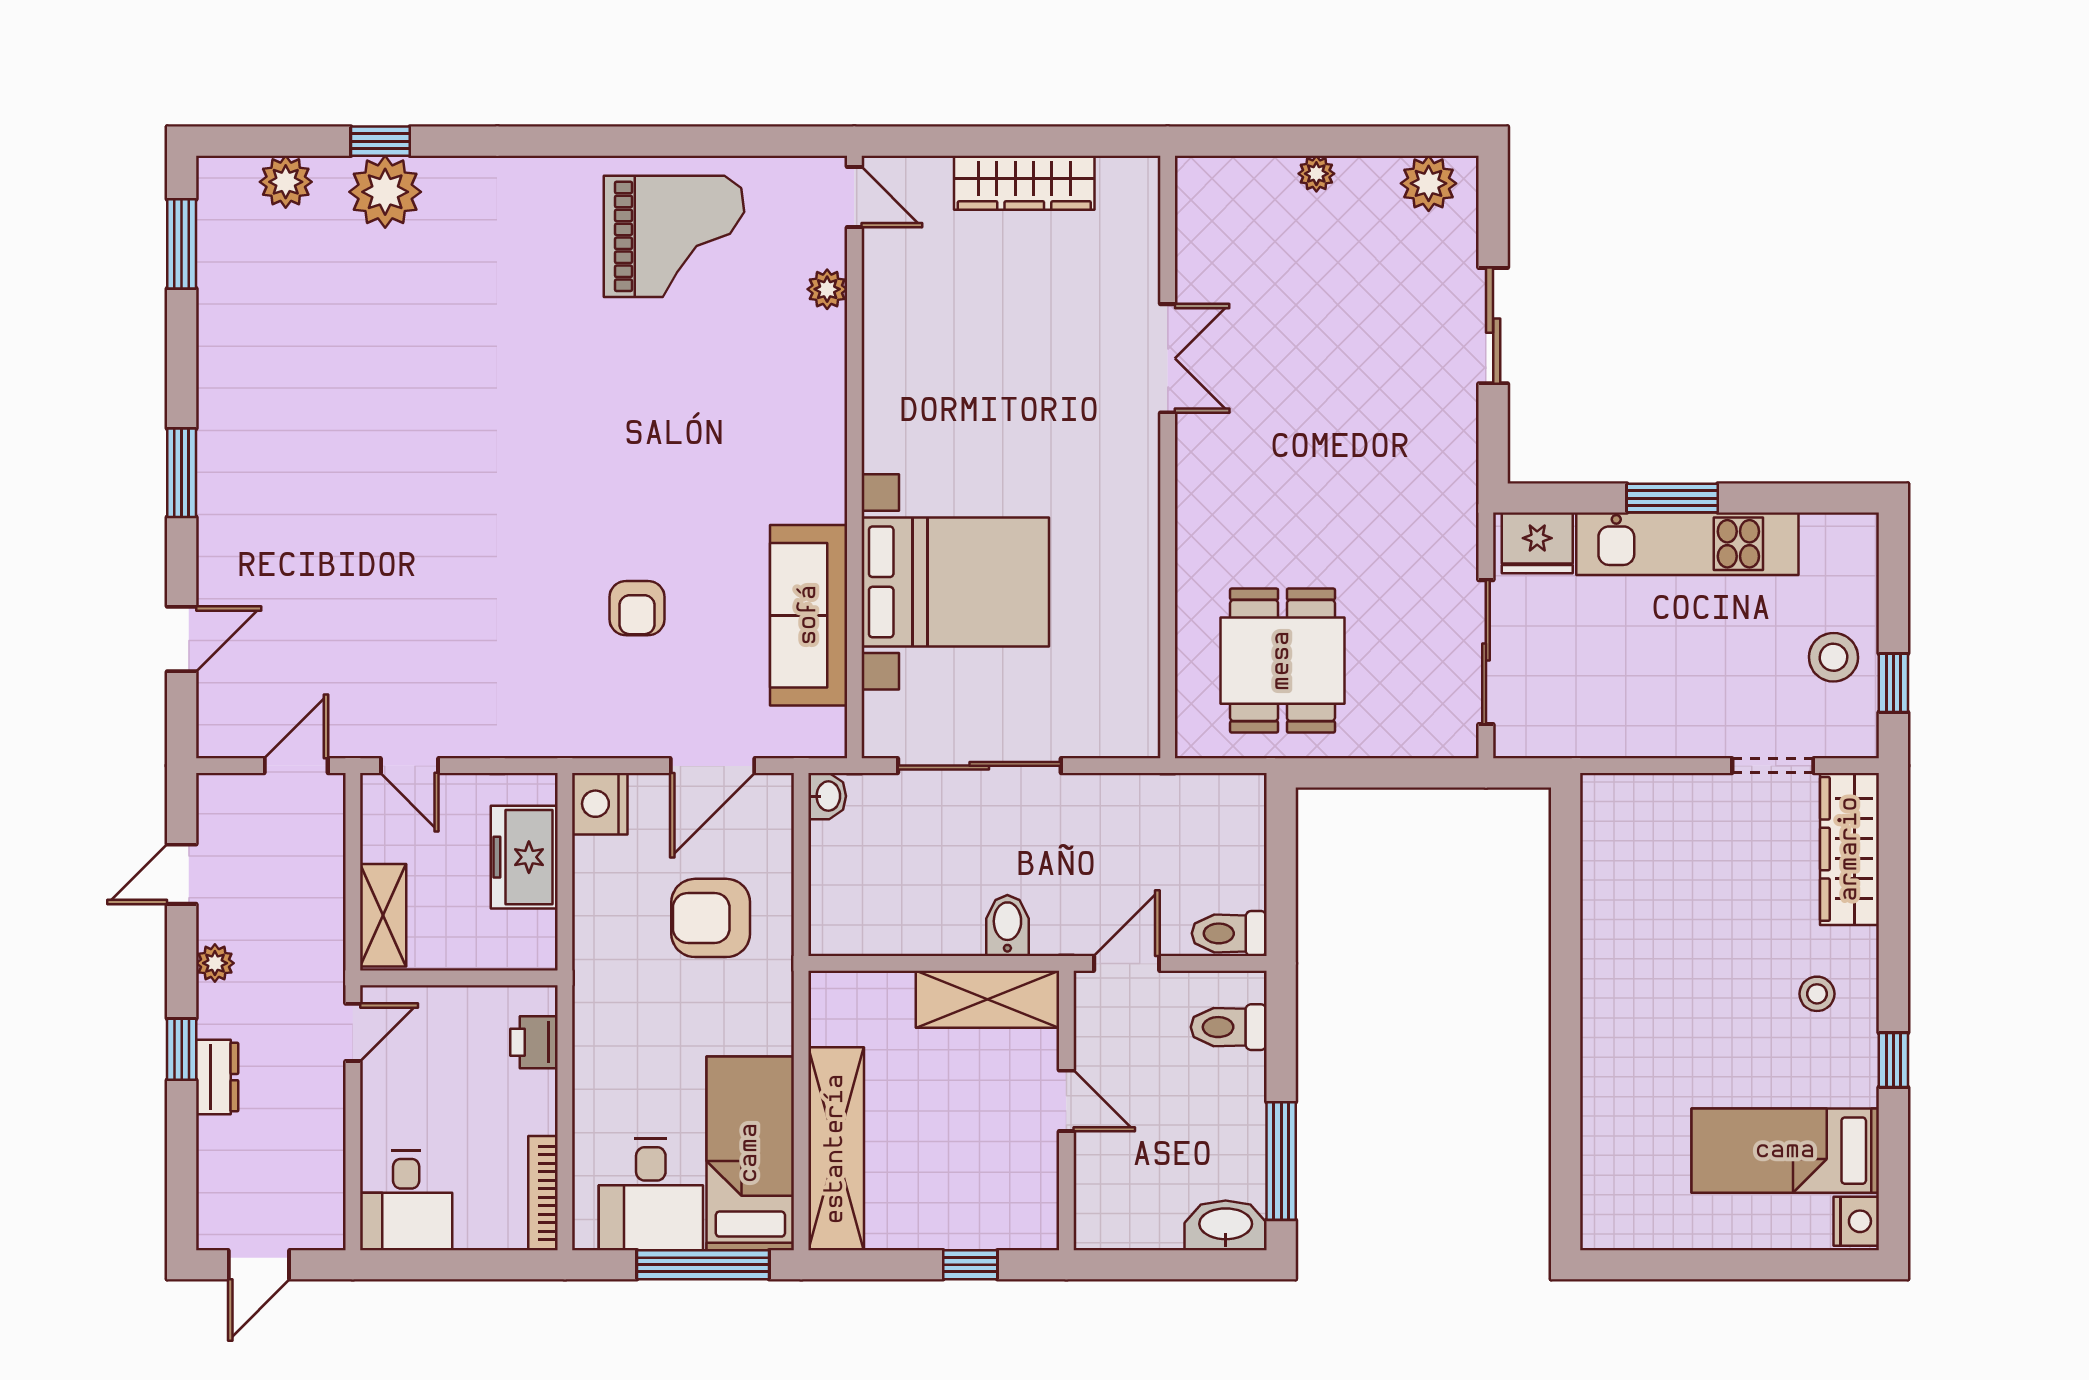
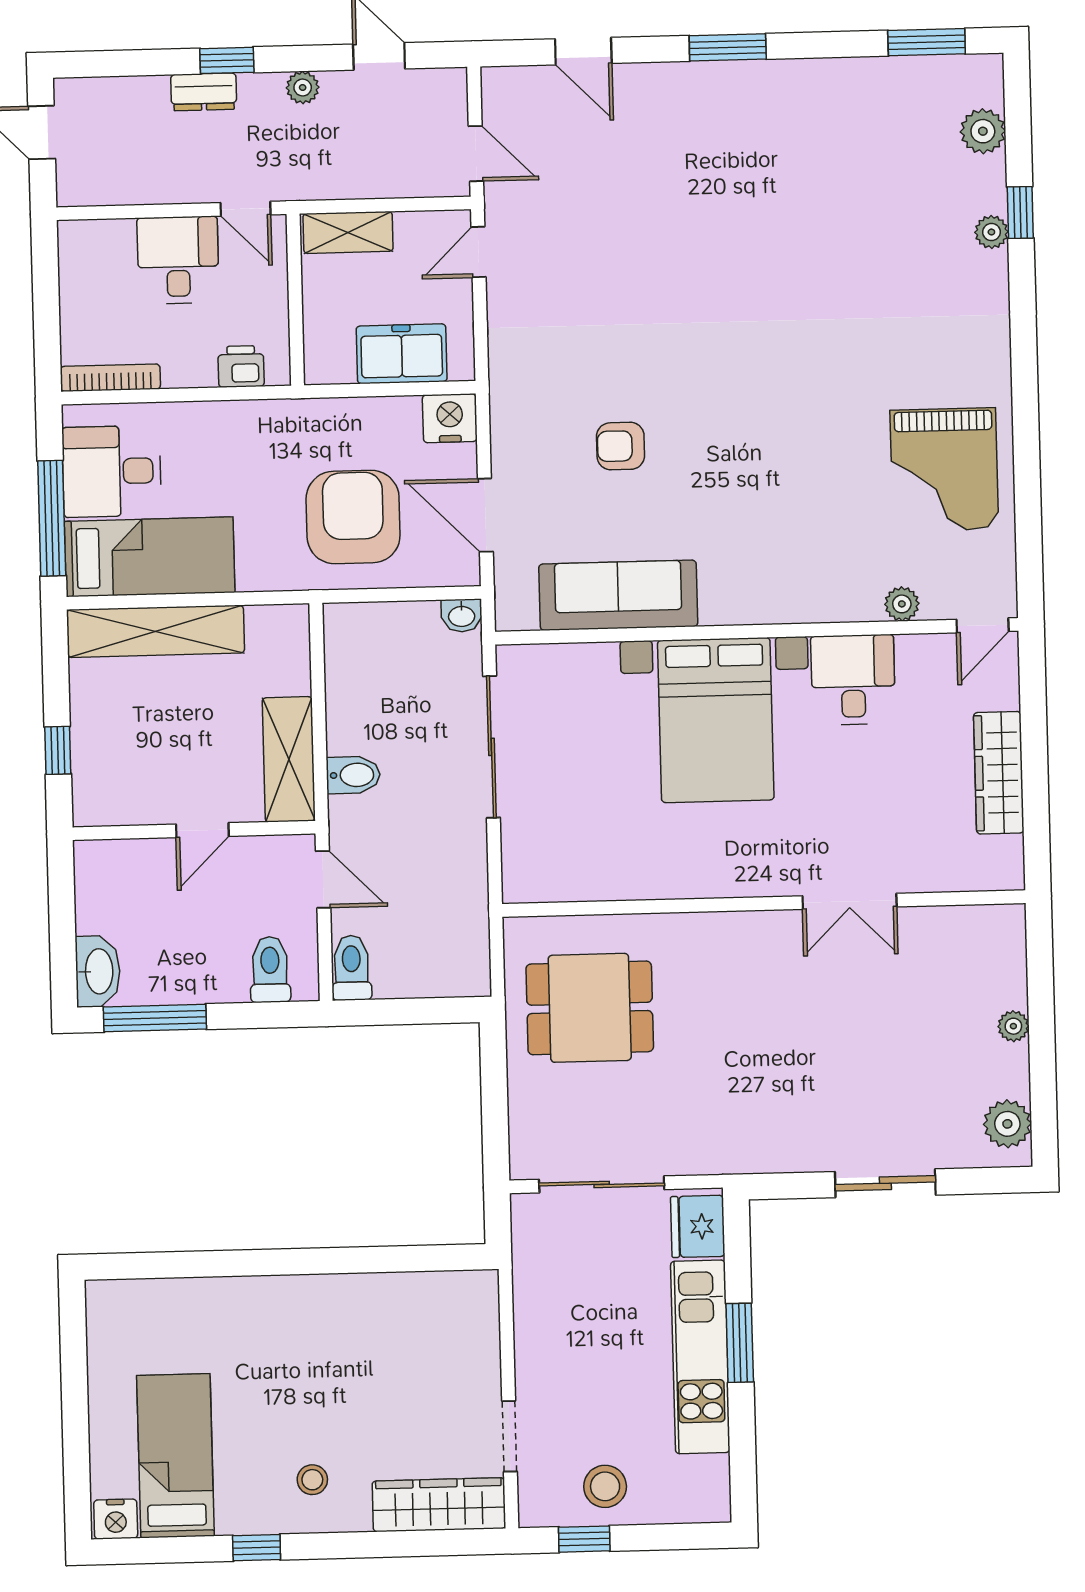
plant: (385, 192) -> (991, 232), width x0.53, depth x0.53
desk: (913, 348) -> (853, 680), added
bed with nightstands: (955, 582) -> (716, 720), moved
armchair: (711, 918) -> (353, 517), width x1.36, depth x1.36
desk: (406, 1201) -> (178, 260), moved, turned 90

